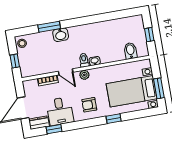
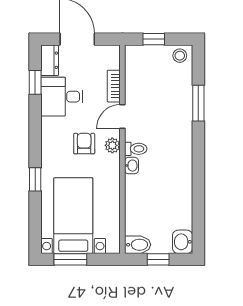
washbasin: (61, 35) -> (183, 242), moved
bidet: (130, 51) -> (138, 245), moved
armchair: (89, 105) -> (84, 144), moved

